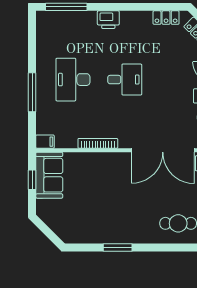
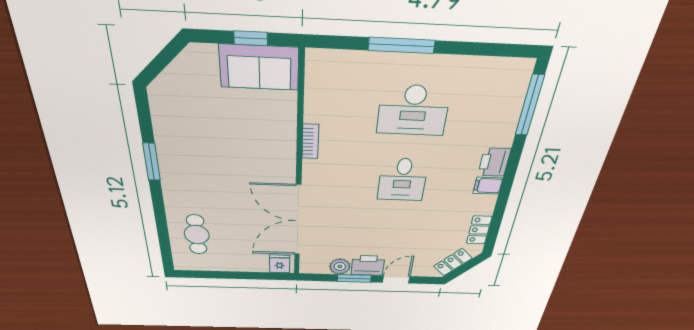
desk: (73, 80) -> (413, 110), turned 180
filing cabinet: (45, 142) -> (488, 186), moved, turned 90
bookcase: (98, 143) -> (310, 141), width x0.64

